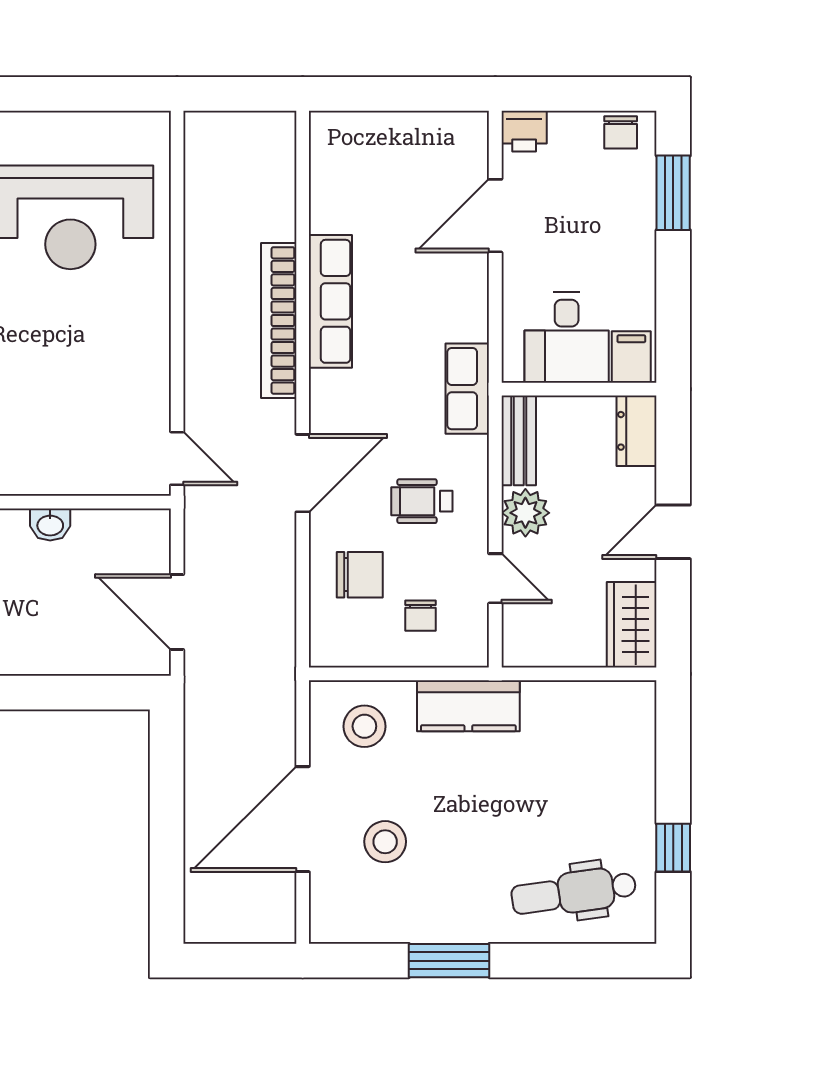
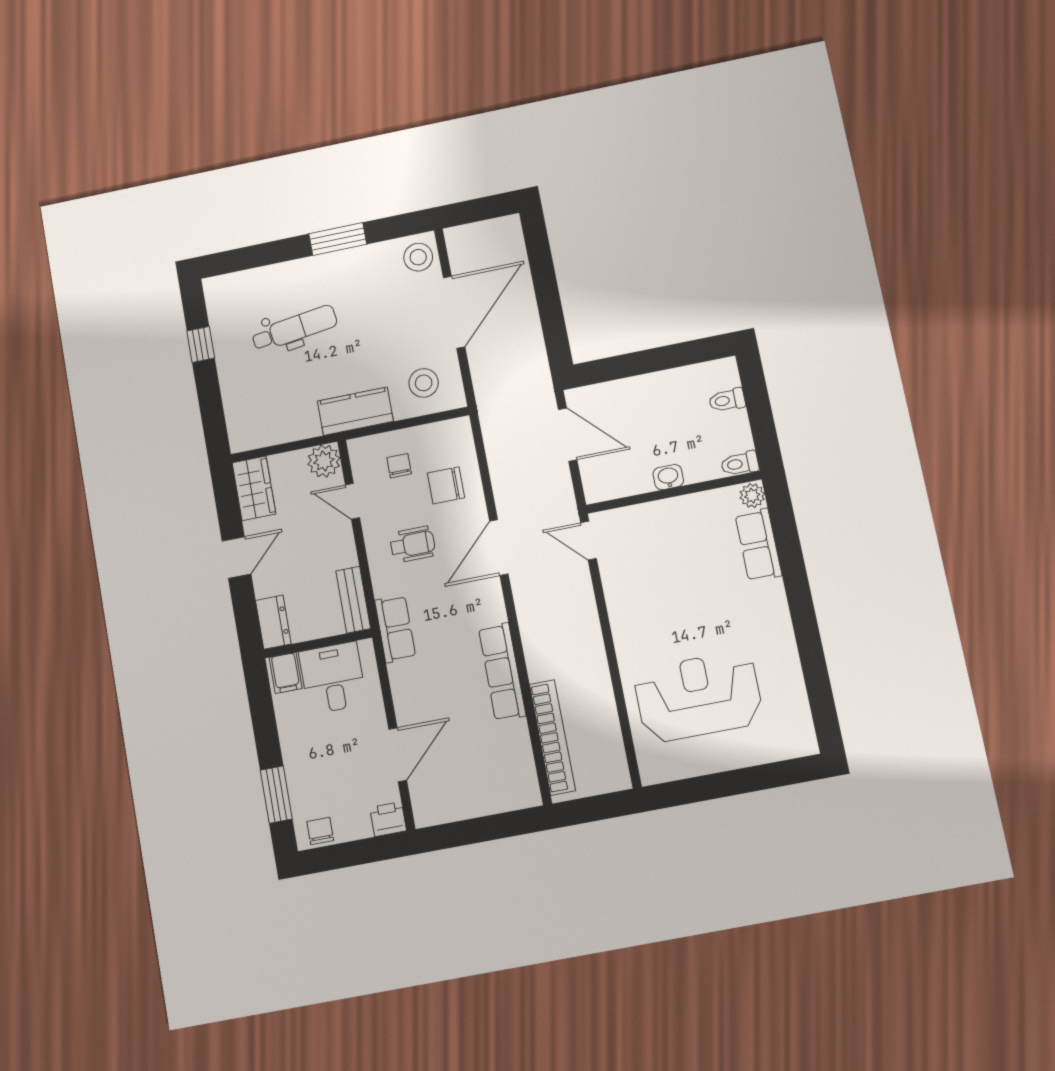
bookcase: (279, 320) -> (552, 737), moved
plant: (525, 513) -> (324, 461), moved
stool: (385, 842) -> (418, 257), moved
dental chair: (574, 892) -> (294, 328), moved

